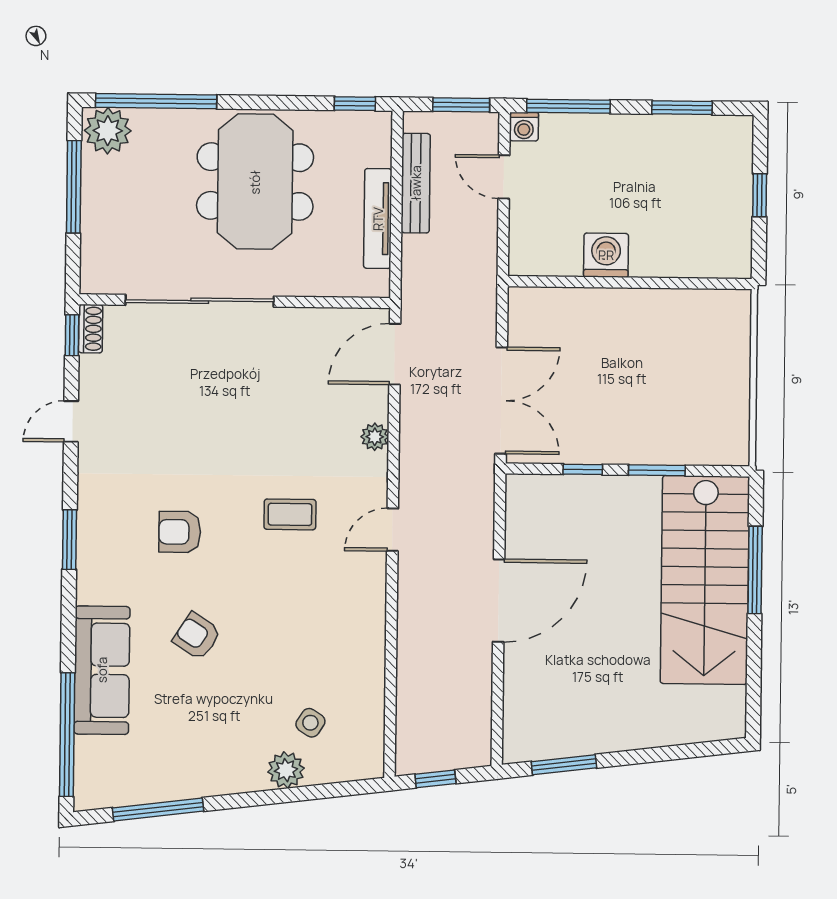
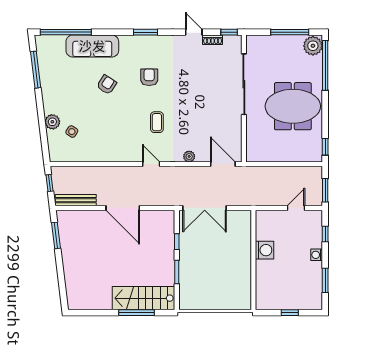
window: (568, 106) -> (325, 234), width x0.46
washing machine: (524, 127) -> (317, 255), moved
bench: (416, 183) -> (76, 200), moved
tv unit: (378, 219) -> (278, 157), removed
shoe rack: (91, 329) -> (213, 40), moved
stairs: (705, 580) -> (144, 298), width x0.73, depth x0.66

